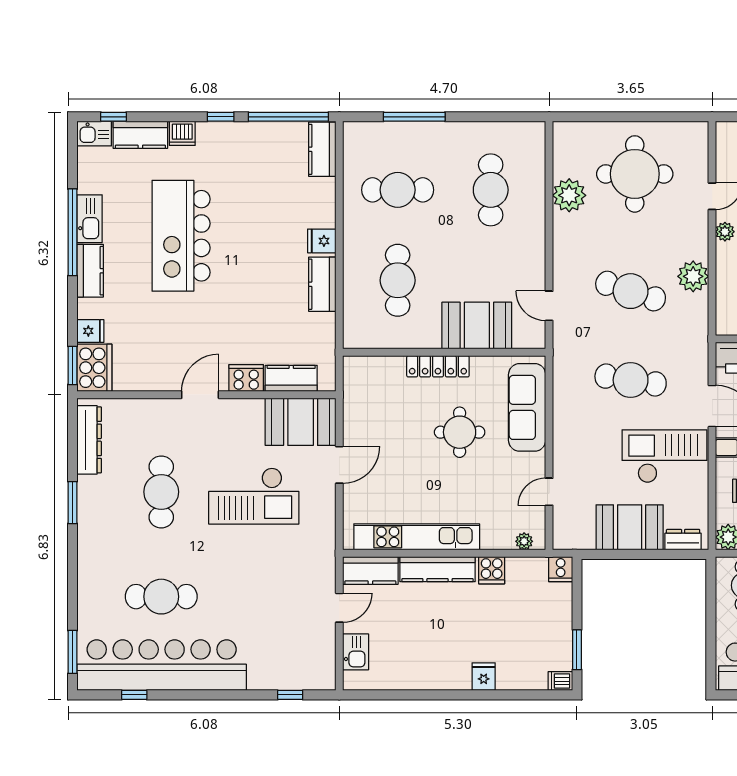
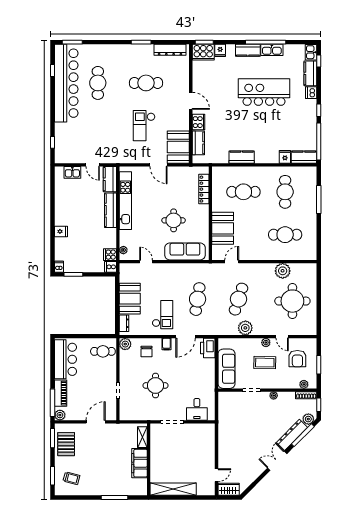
fridge: (322, 241) -> (285, 157), moved
locker: (438, 366) -> (204, 189), moved
checkout: (664, 456) -> (162, 315), width x0.73, depth x0.83
checkout: (254, 496) -> (144, 126), width x0.73, depth x0.83
cooker: (492, 570) -> (110, 255), moved

